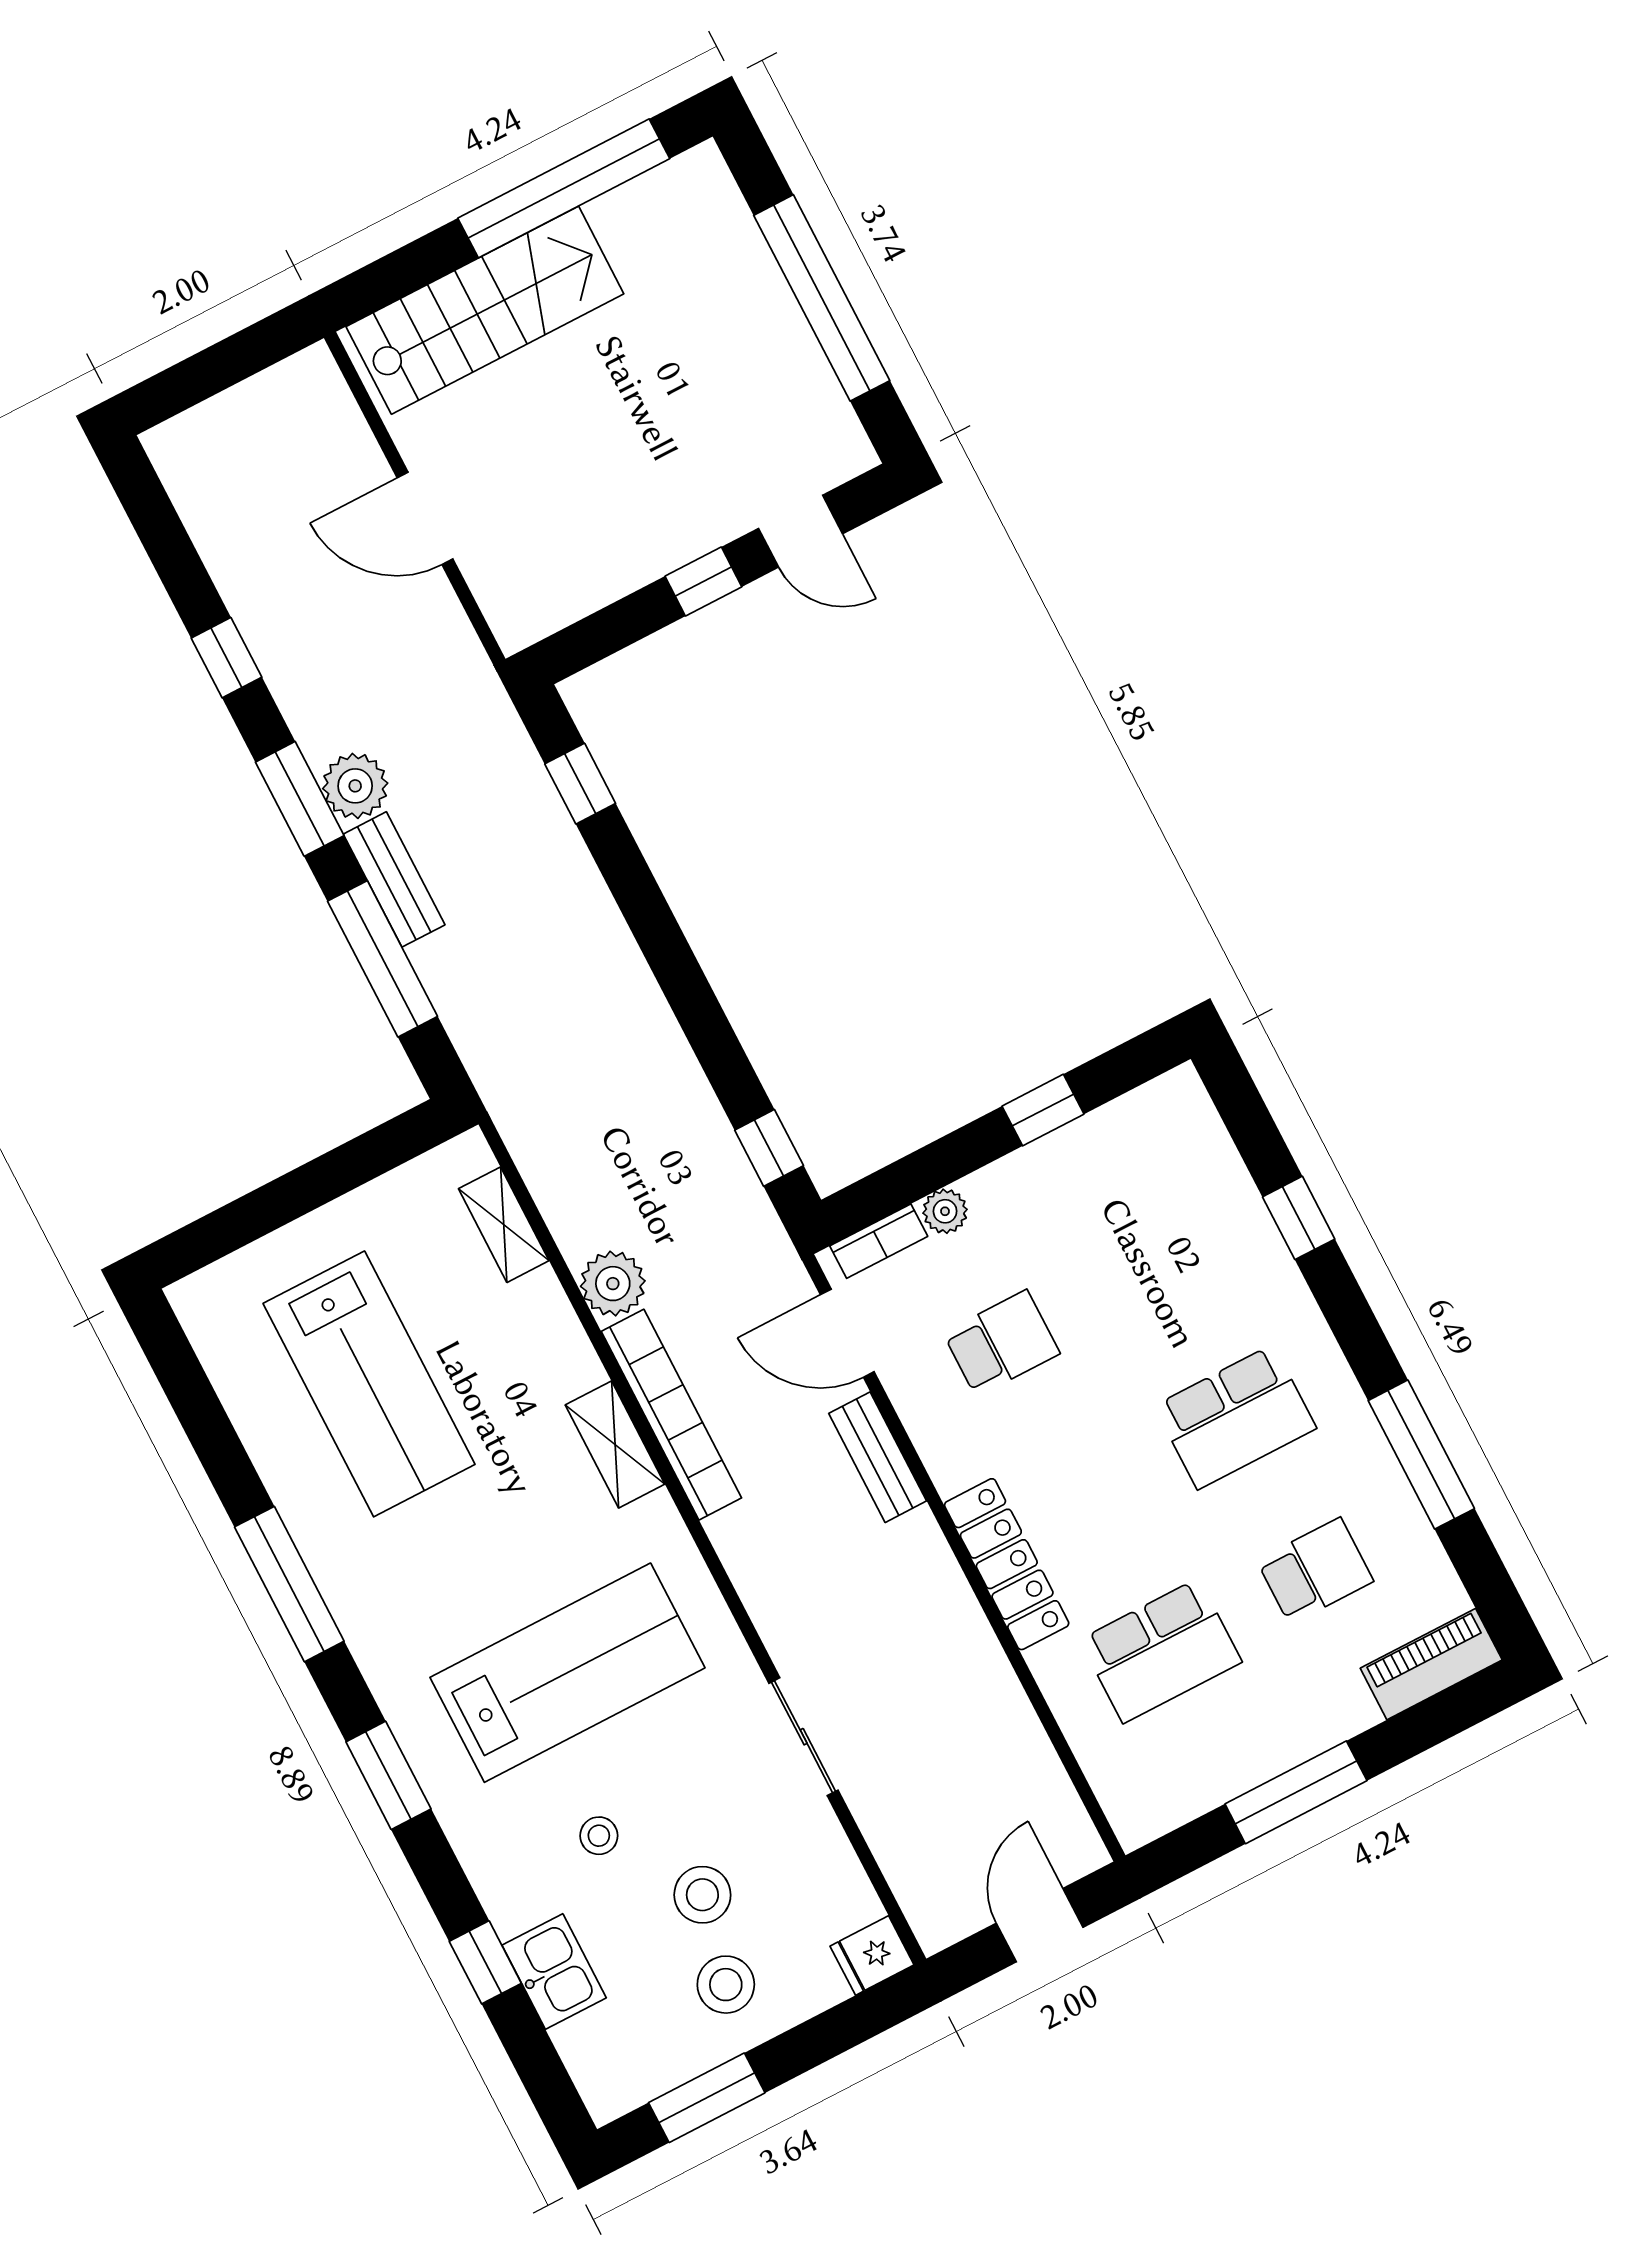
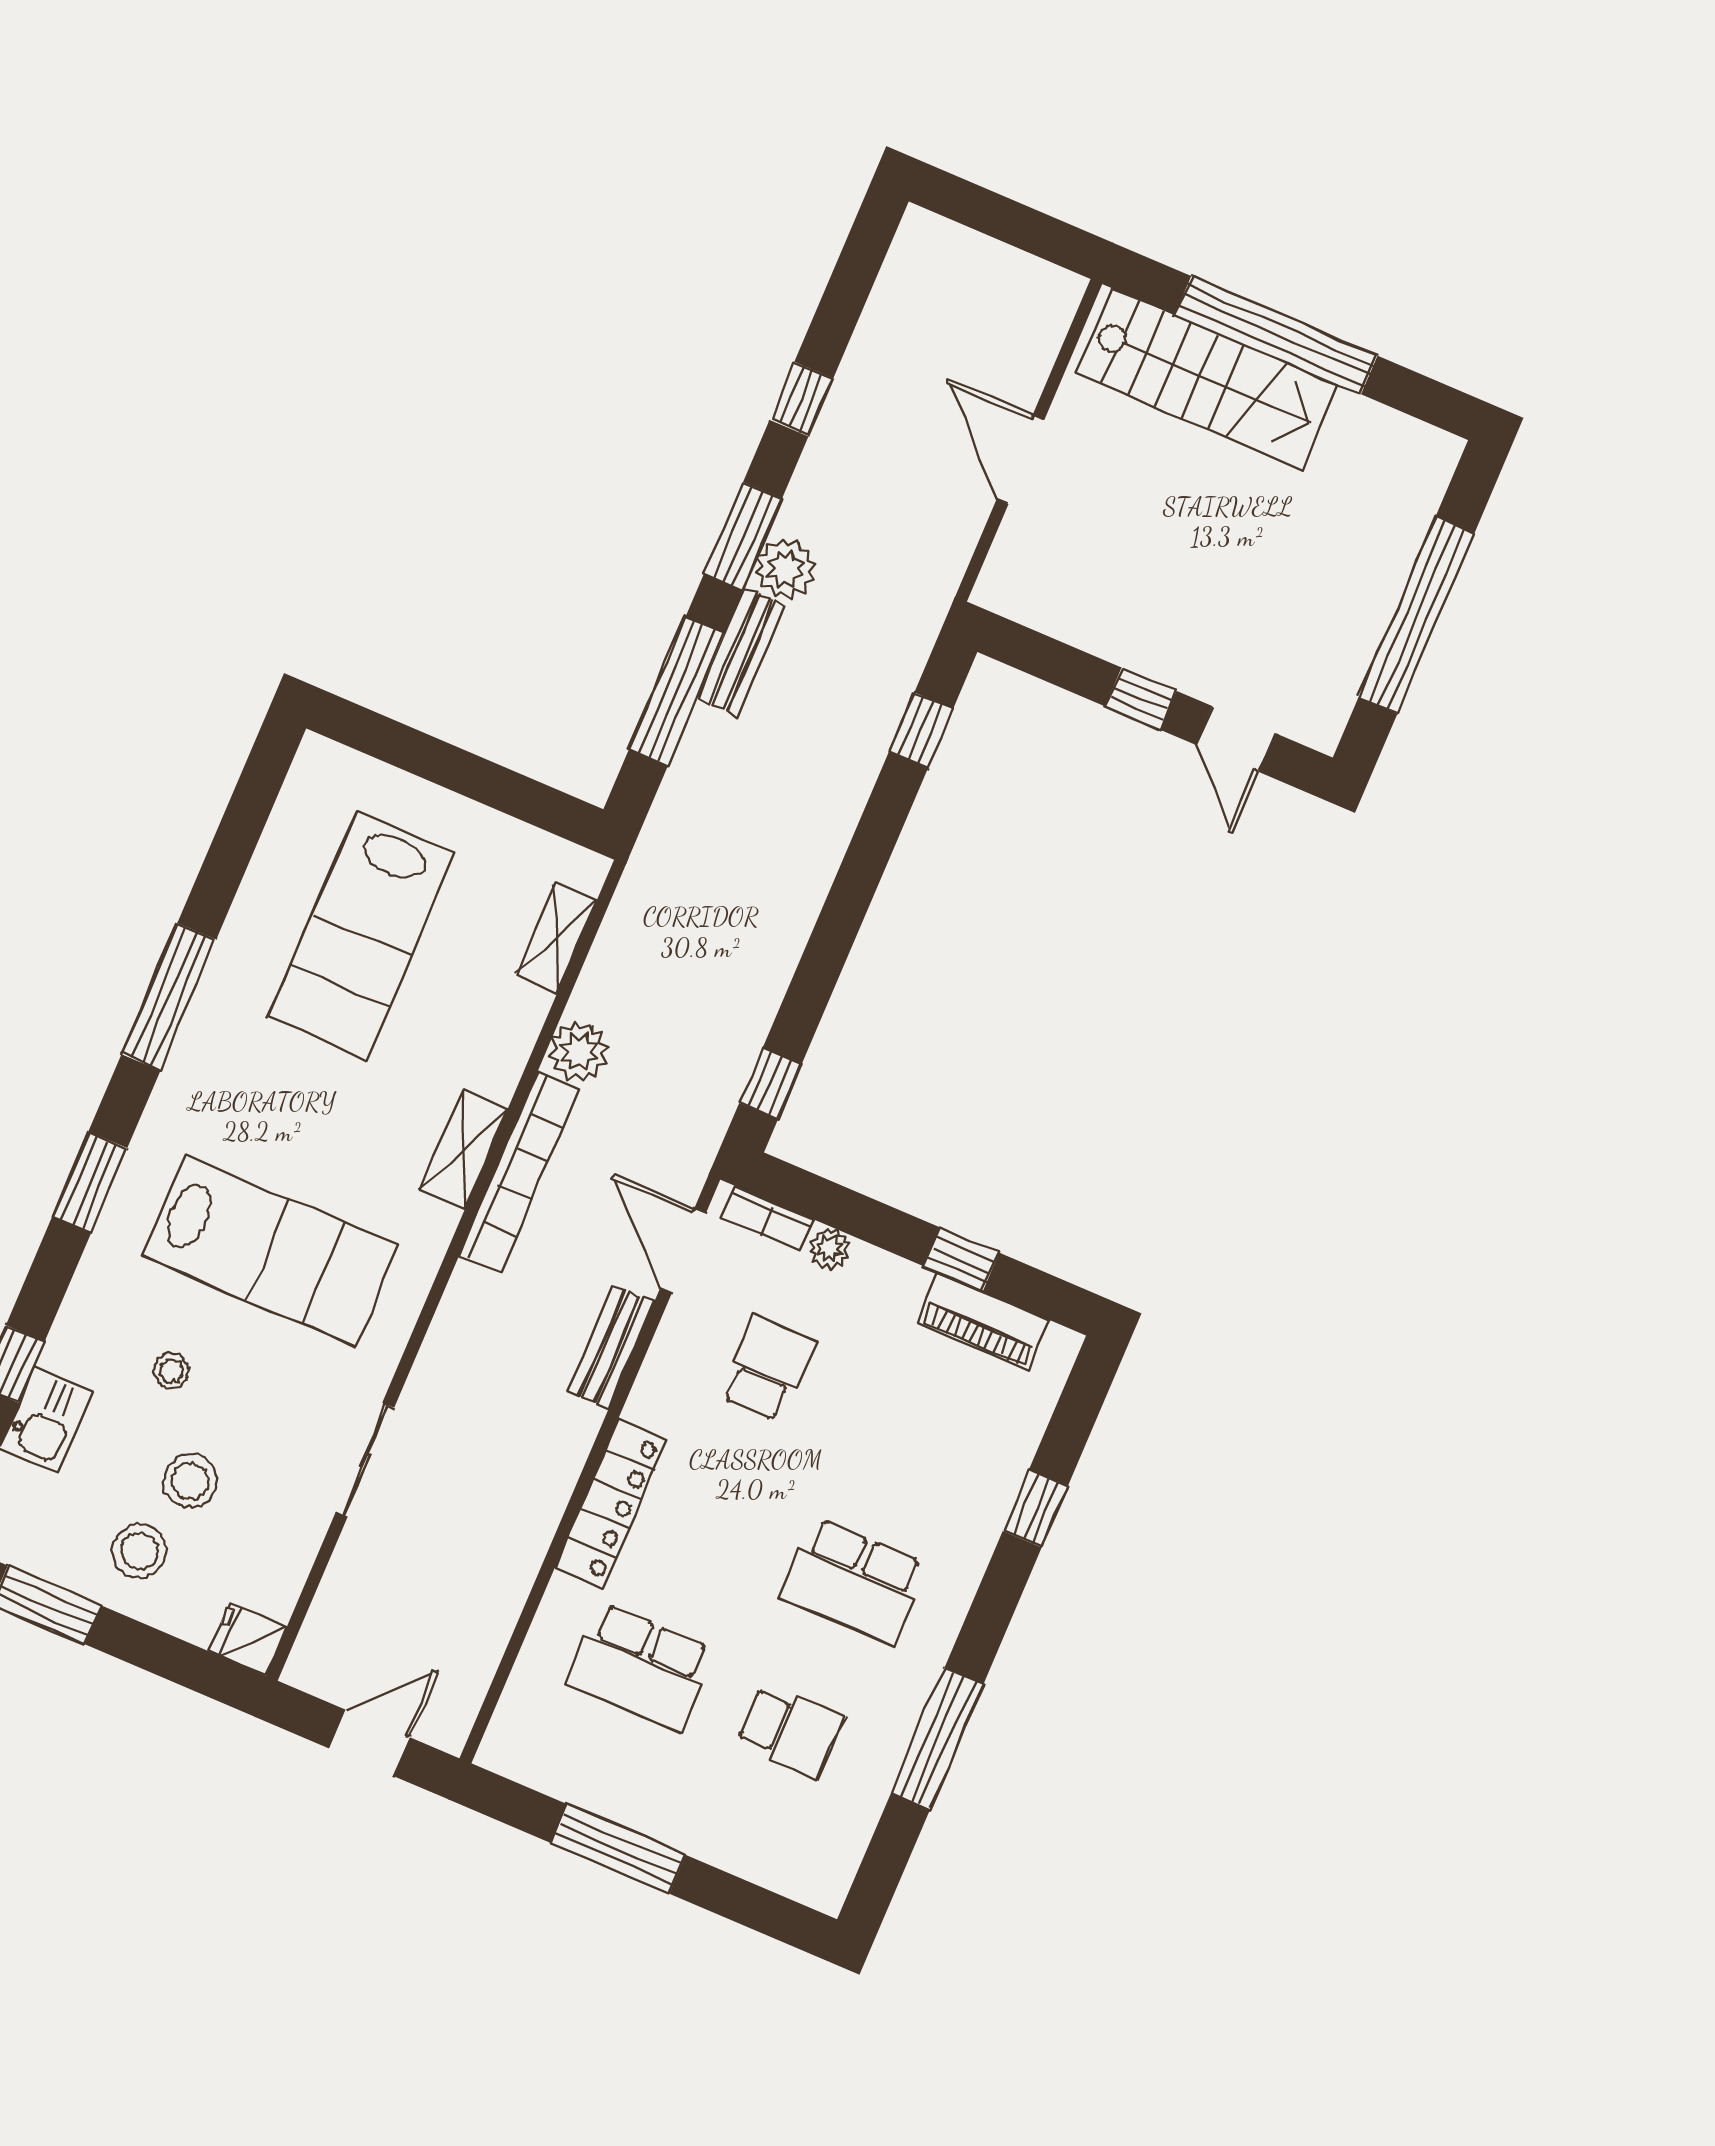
window: (564, 188) -> (1276, 335), moved
school desk: (1001, 1343) -> (768, 1368), turned -90
piano: (1431, 1664) -> (983, 1321), moved, turned 180

